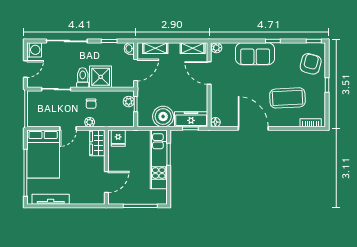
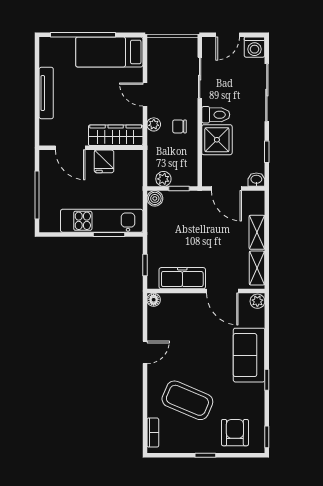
shelving: (155, 48) -> (257, 232), moved
armchair: (311, 64) -> (235, 433), turned -105
door: (25, 69) -> (228, 35), hinge flipped
door: (209, 73) -> (222, 291), swing flipped
coffee table: (288, 98) -> (187, 400), turned -64
plant: (129, 102) -> (163, 179), moved
boiler: (163, 117) -> (155, 198), moved, width x0.54, depth x0.54
freezer: (191, 119) -> (182, 278), moved, turned -90
door: (253, 128) -> (145, 352), width x0.53
fridge: (118, 138) -> (104, 161), moved, turned -90
wardrobe: (97, 143) -> (116, 135), width x1.50
bed: (43, 154) -> (109, 52), width x0.67
tv unit: (51, 199) -> (46, 93), moved

